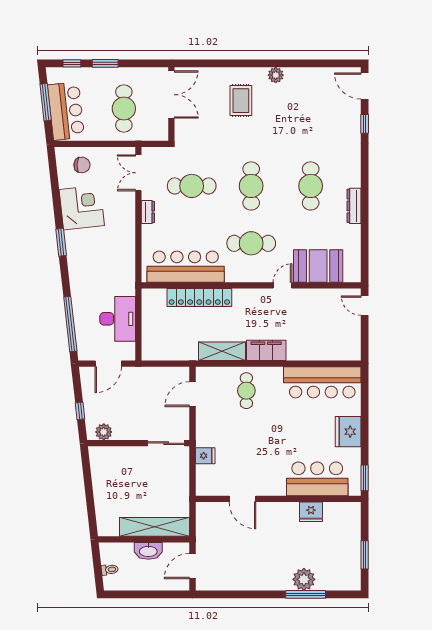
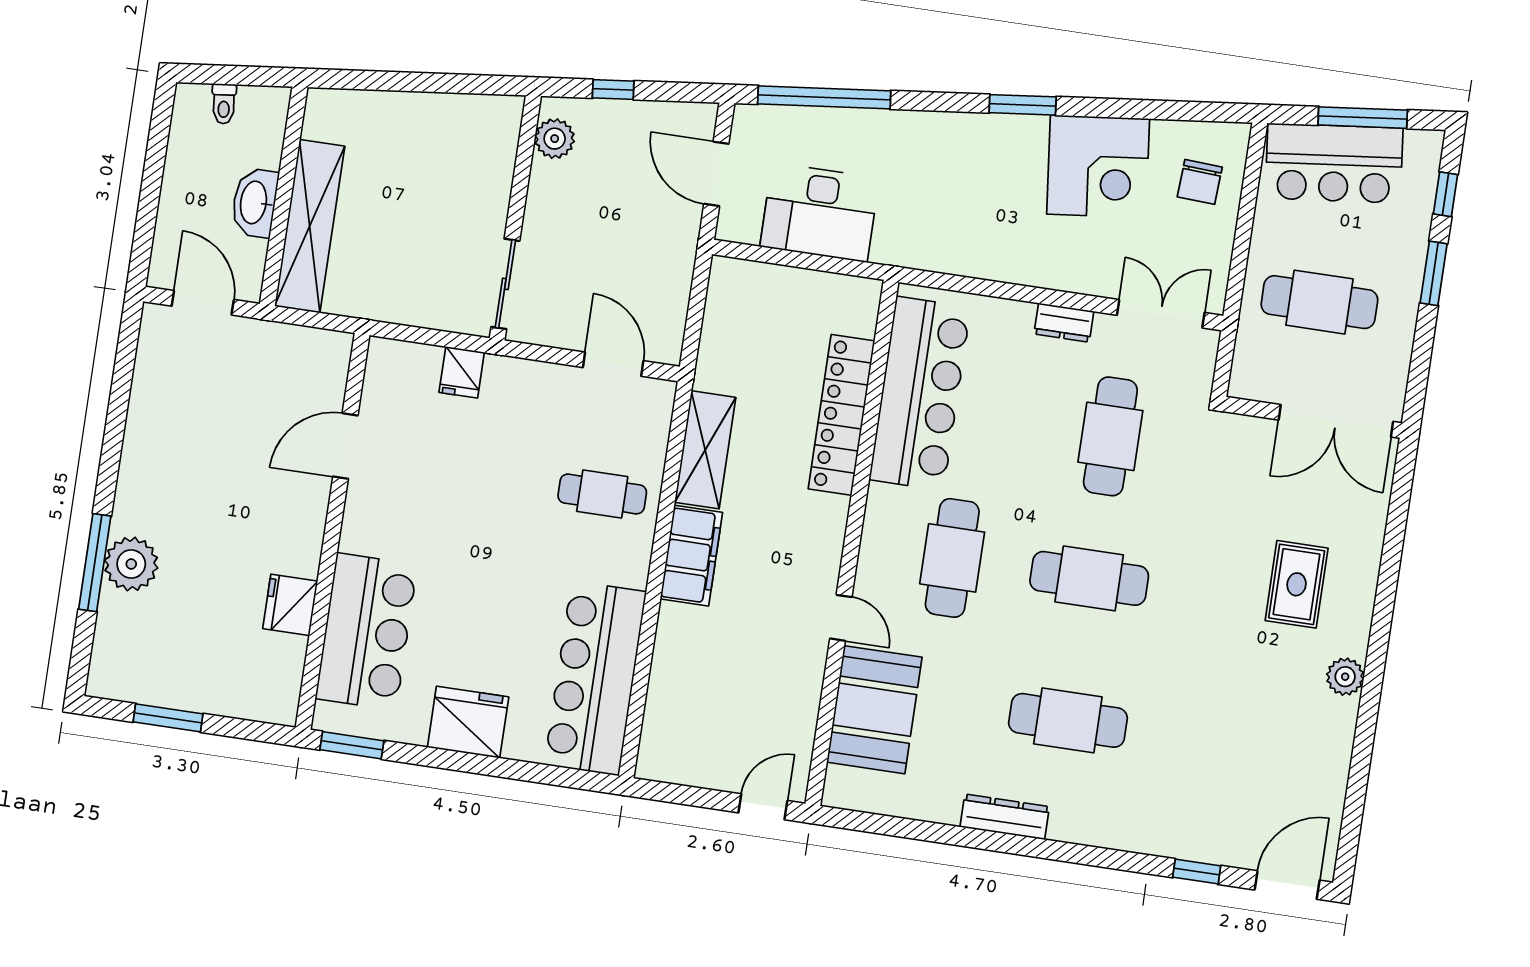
rug: (241, 101) -> (1297, 584), turned 90

